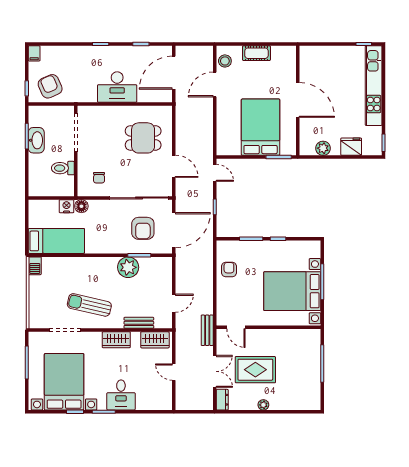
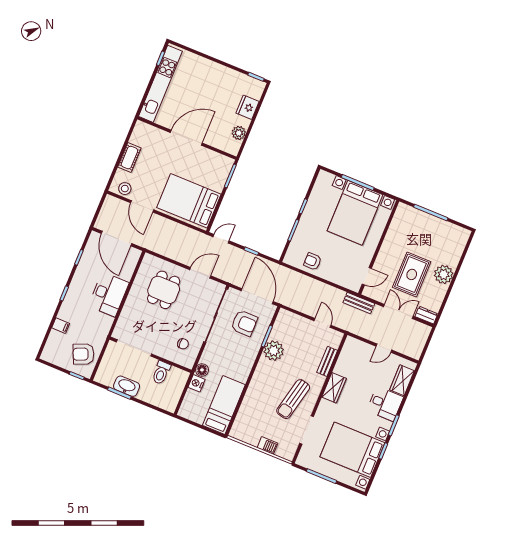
filing cabinet: (34, 53) -> (61, 326), moved
kitchen unit: (374, 86) -> (160, 84), moved, turned -90
bed: (261, 127) -> (189, 201), moved
barbecue: (35, 266) -> (267, 445), moved
wardrobe: (155, 340) -> (402, 380), moved, turned 180
plant: (263, 405) -> (444, 274), width x1.88, depth x1.88

